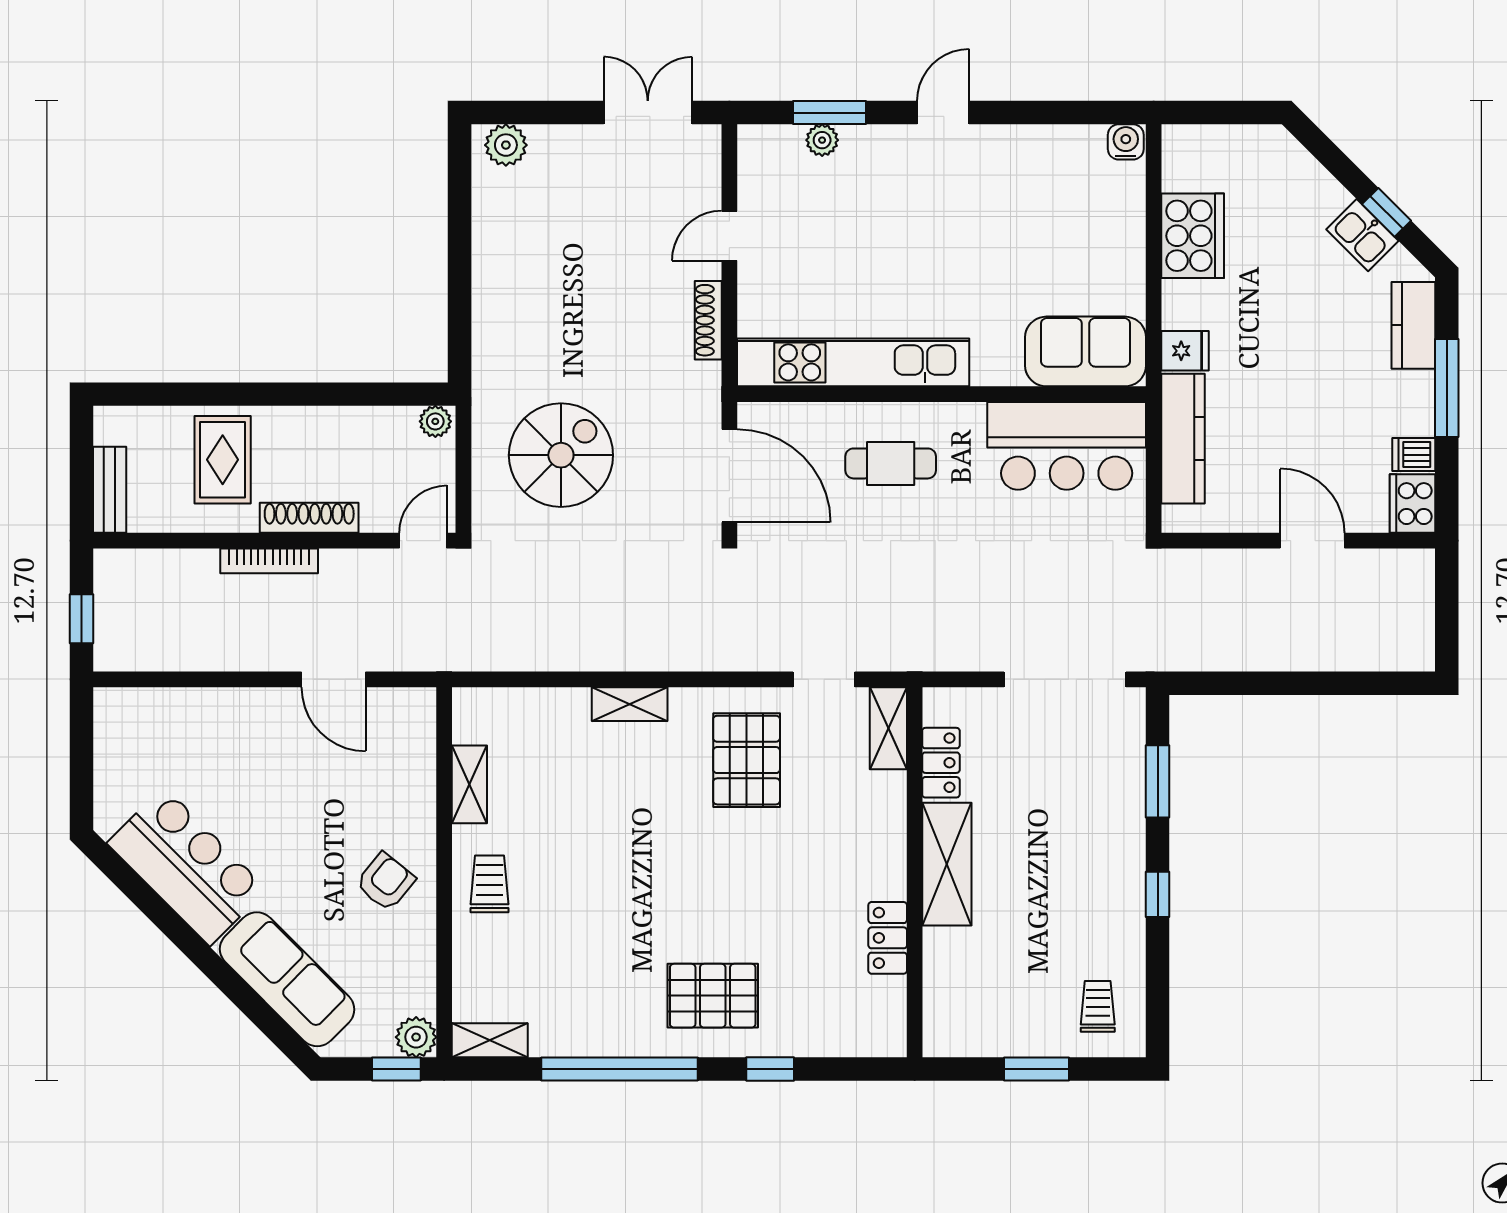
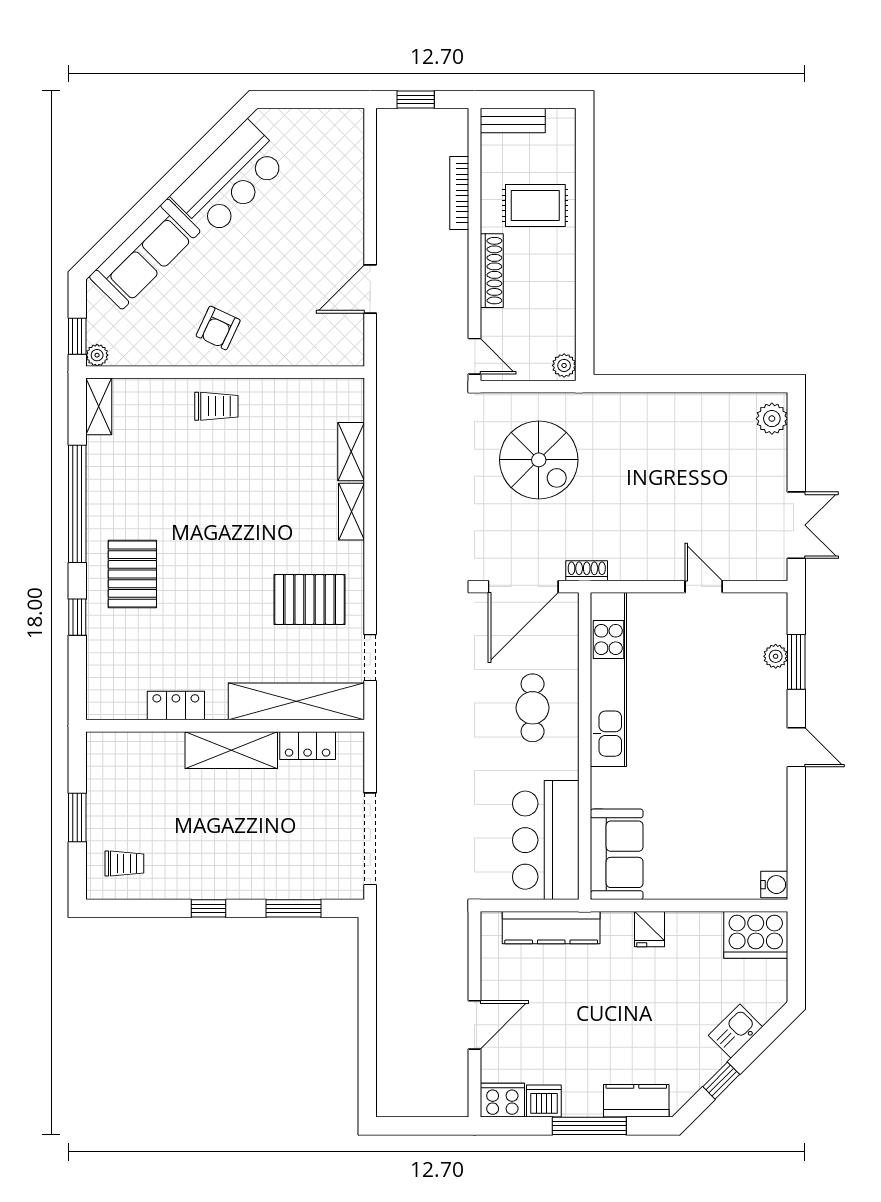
kitchen sink: (1362, 235) -> (735, 1031), moved
cooker: (1193, 236) -> (756, 935), moved
shoe rack: (708, 320) -> (587, 571), moved, width x0.70
fridge: (1185, 351) -> (650, 929), moved
dishwasher: (1414, 455) -> (544, 1101), width x1.38
bookcase: (269, 561) -> (459, 193), moved
shelving: (888, 728) -> (296, 701), width x2.20, depth x1.33
shelving: (469, 784) -> (351, 452), moved, turned 90
armchair: (385, 882) -> (218, 328), turned 76
plant: (416, 1037) -> (97, 355), width x0.73, depth x0.73

